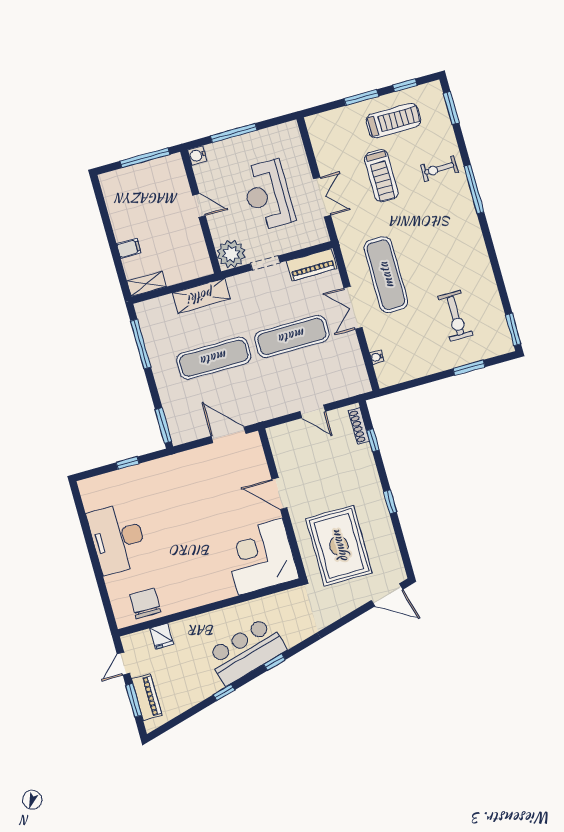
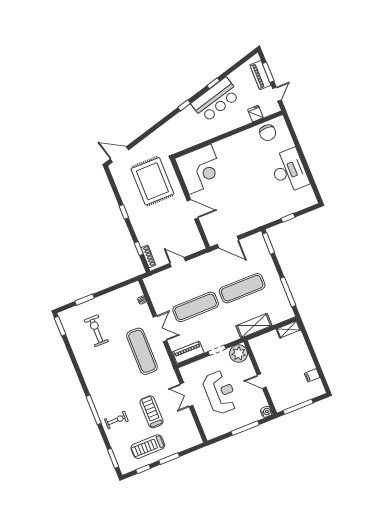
filing cabinet: (129, 248) -> (312, 375), moved
bar counter: (246, 651) -> (216, 100), moved

